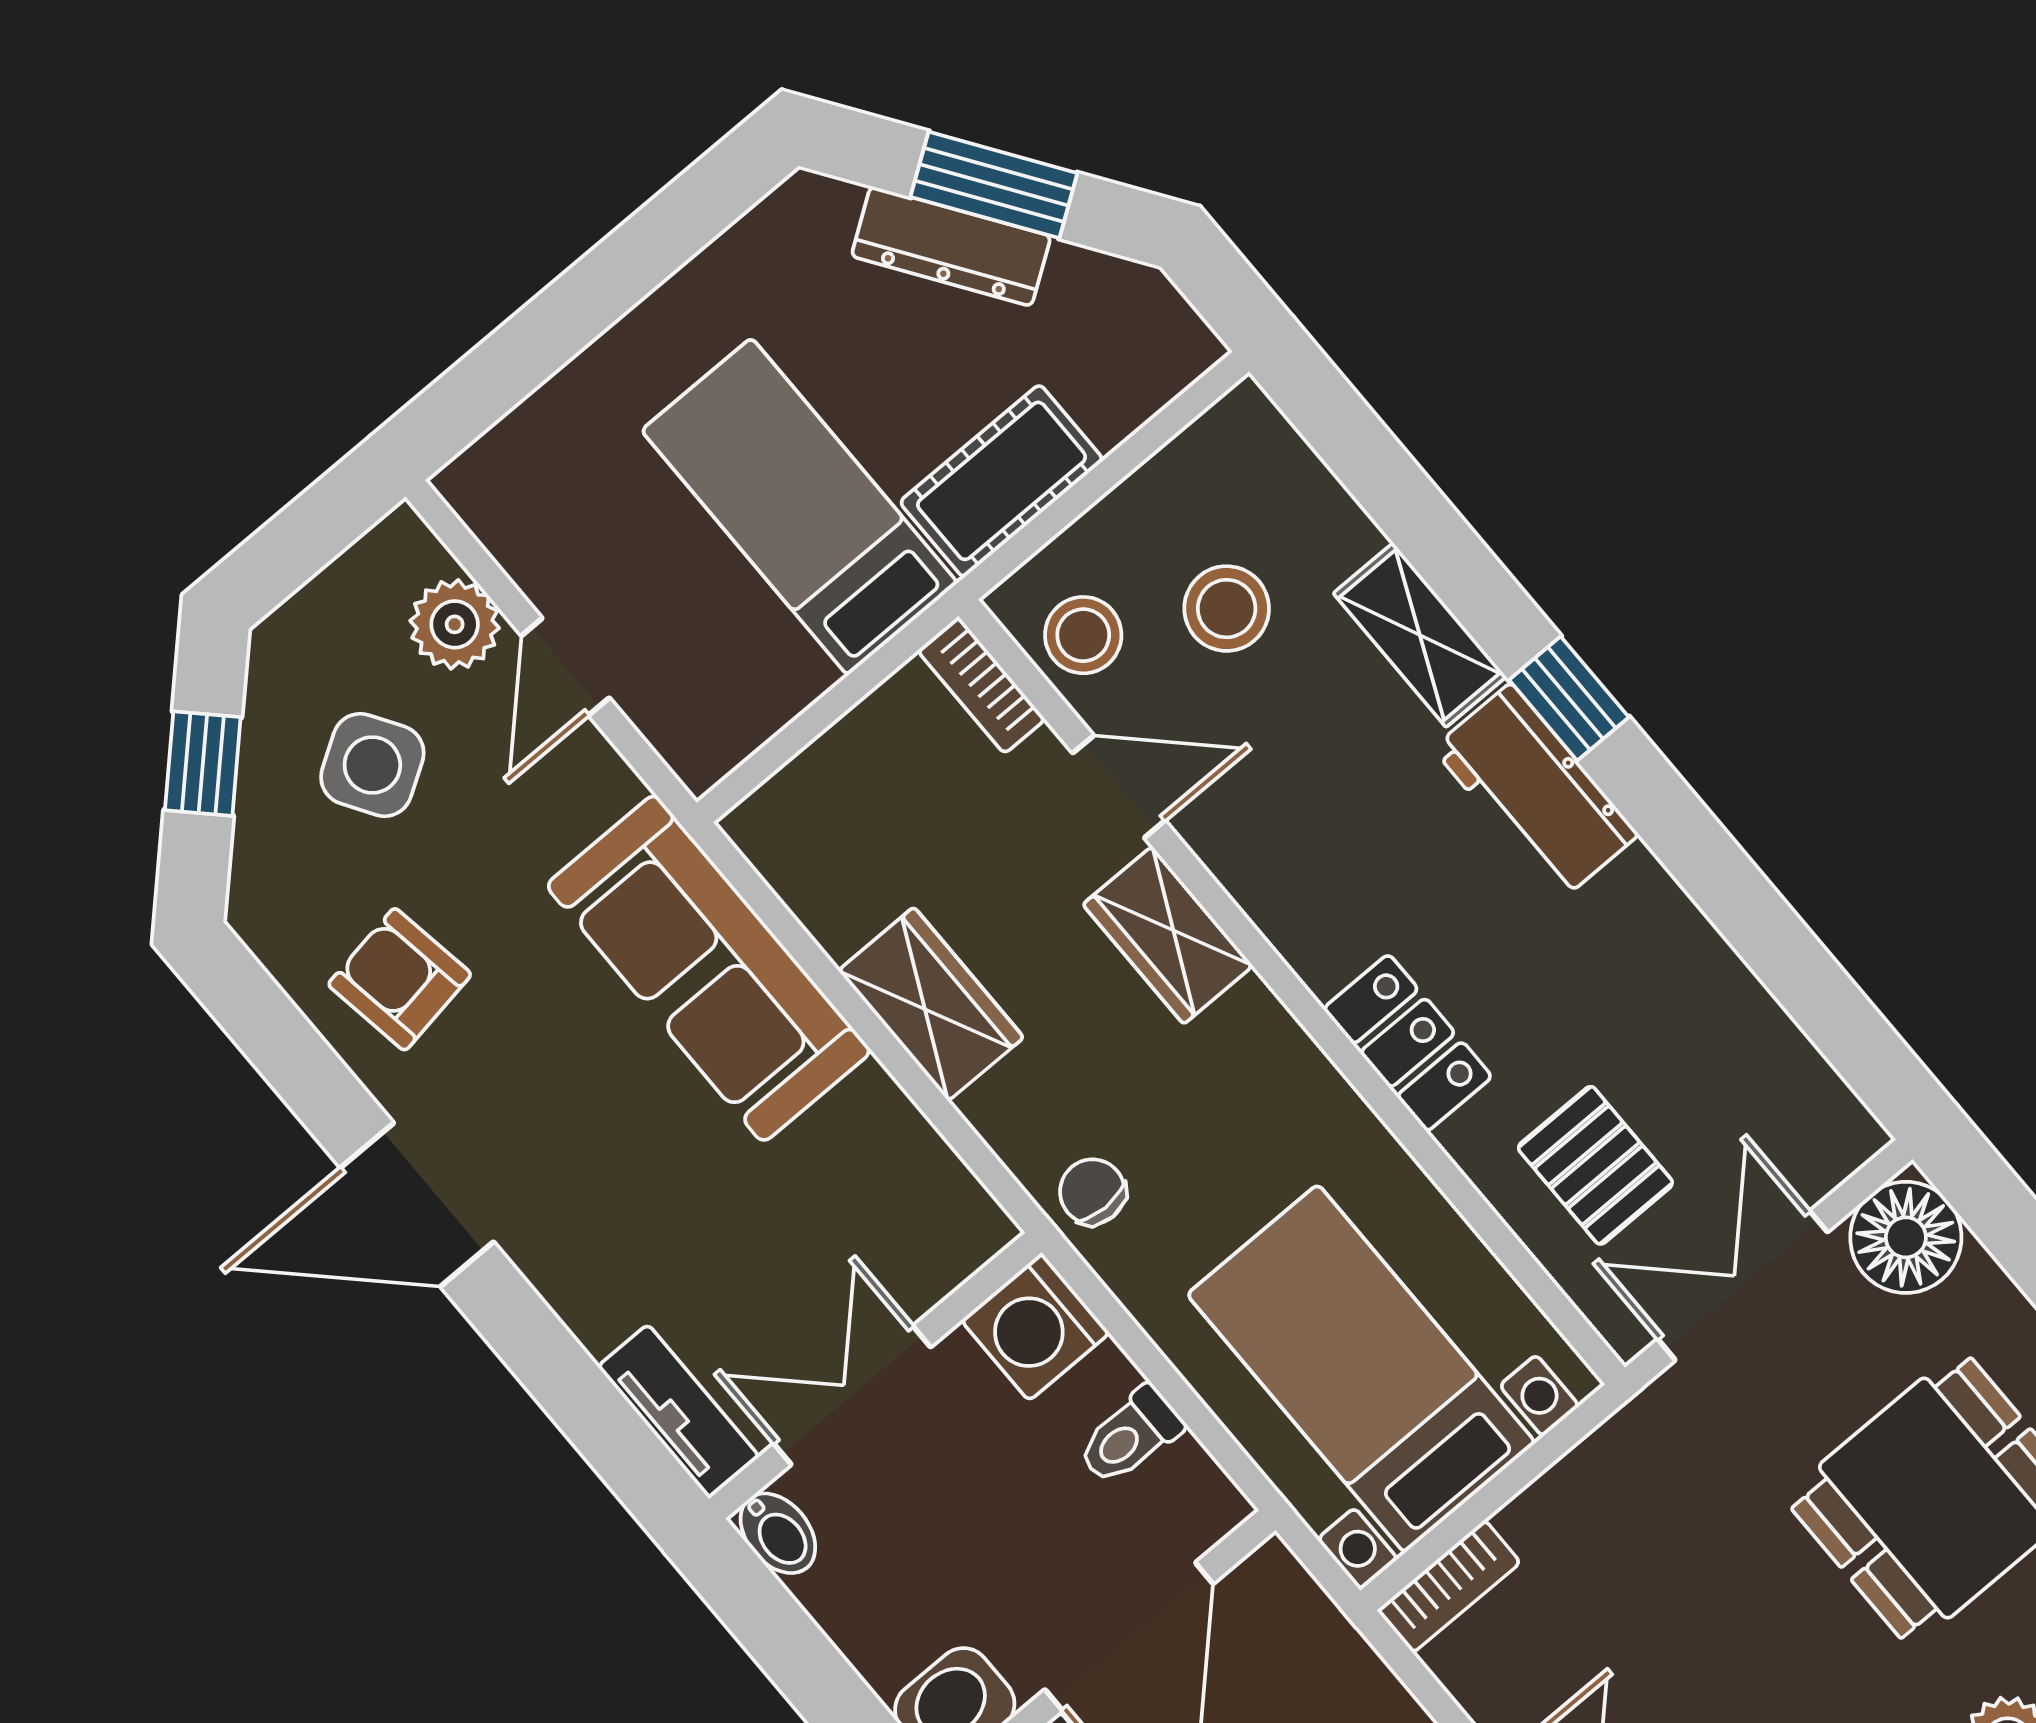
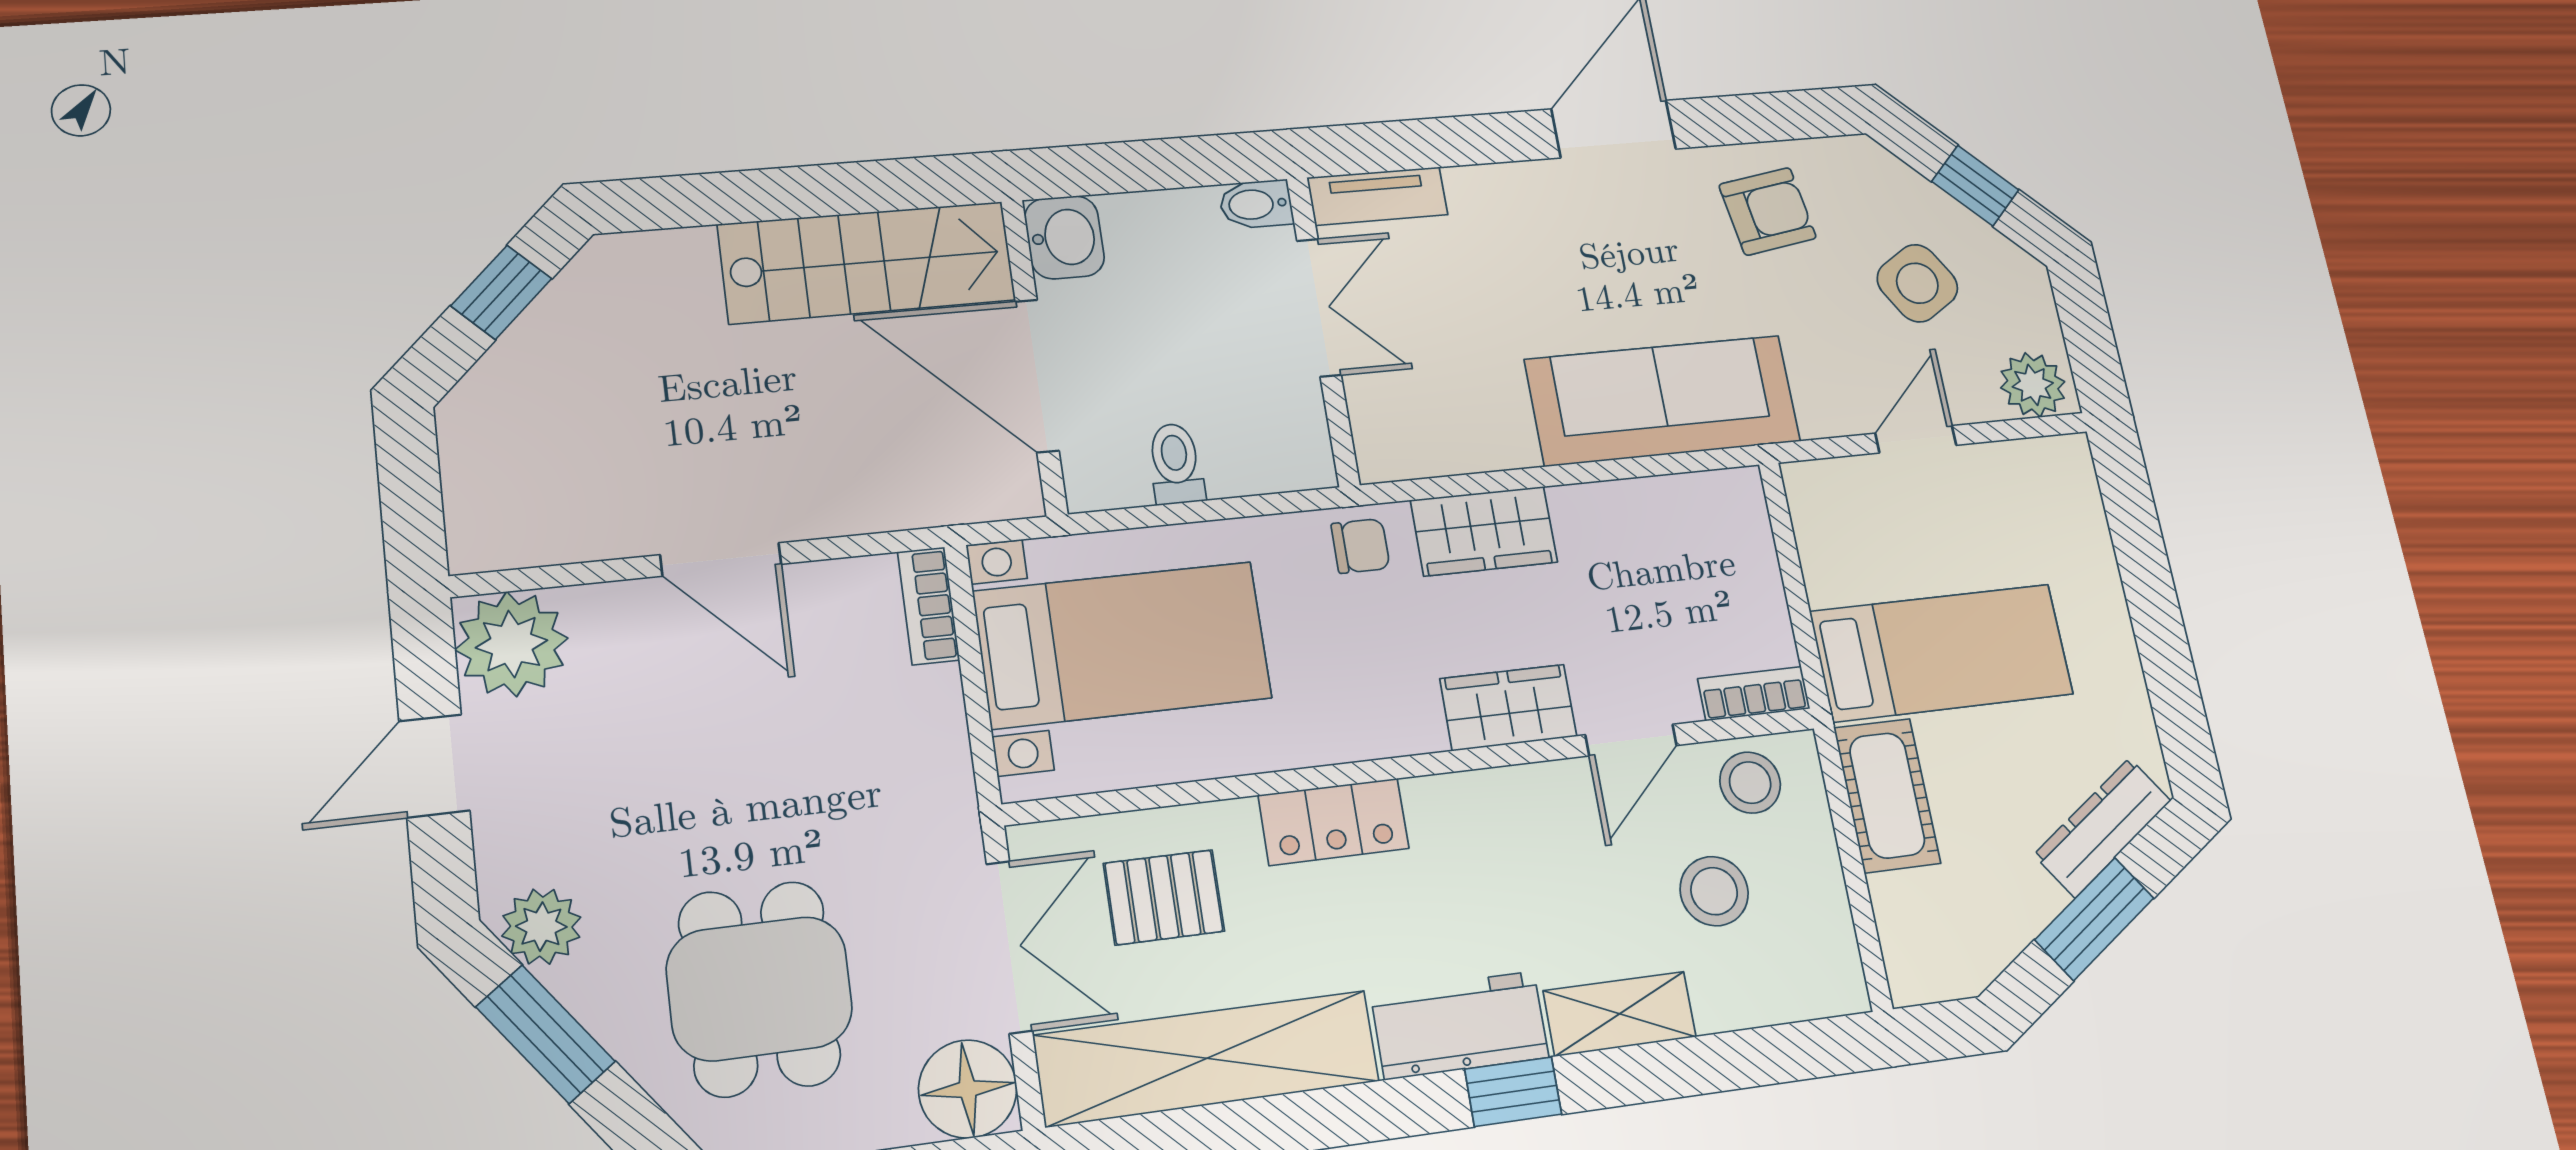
dresser: (951, 246) -> (2103, 827), moved
plant: (455, 624) -> (2033, 385), moved
door: (565, 667) -> (1916, 439), hinge flipped
wardrobe: (931, 1004) -> (1484, 531), moved
shelving: (1729, 1024) -> (1207, 1058), added
washing machine: (1035, 1327) -> (1291, 451), removed

